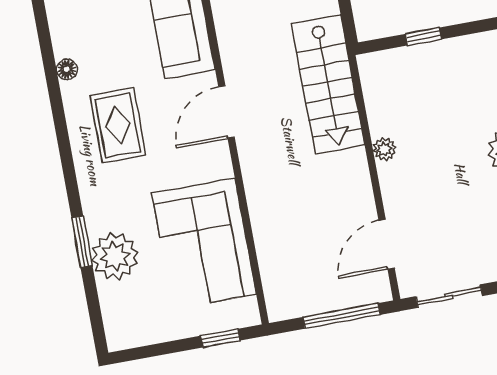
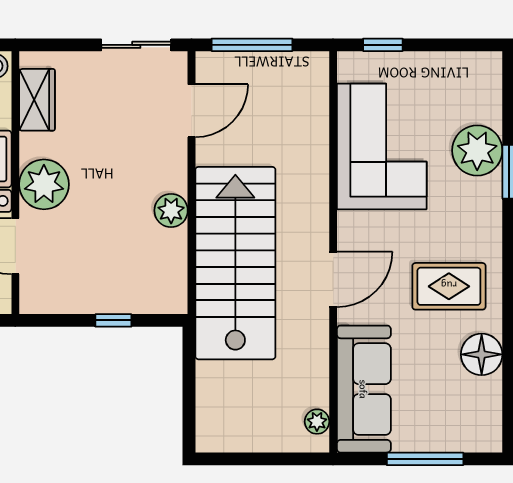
floor lamp: (67, 69) -> (482, 354), width x1.89, depth x1.89
stairs: (328, 84) -> (235, 263), width x1.36, depth x1.51
rug: (118, 125) -> (449, 286), turned 90
plant: (384, 149) -> (171, 210), width x1.38, depth x1.38

